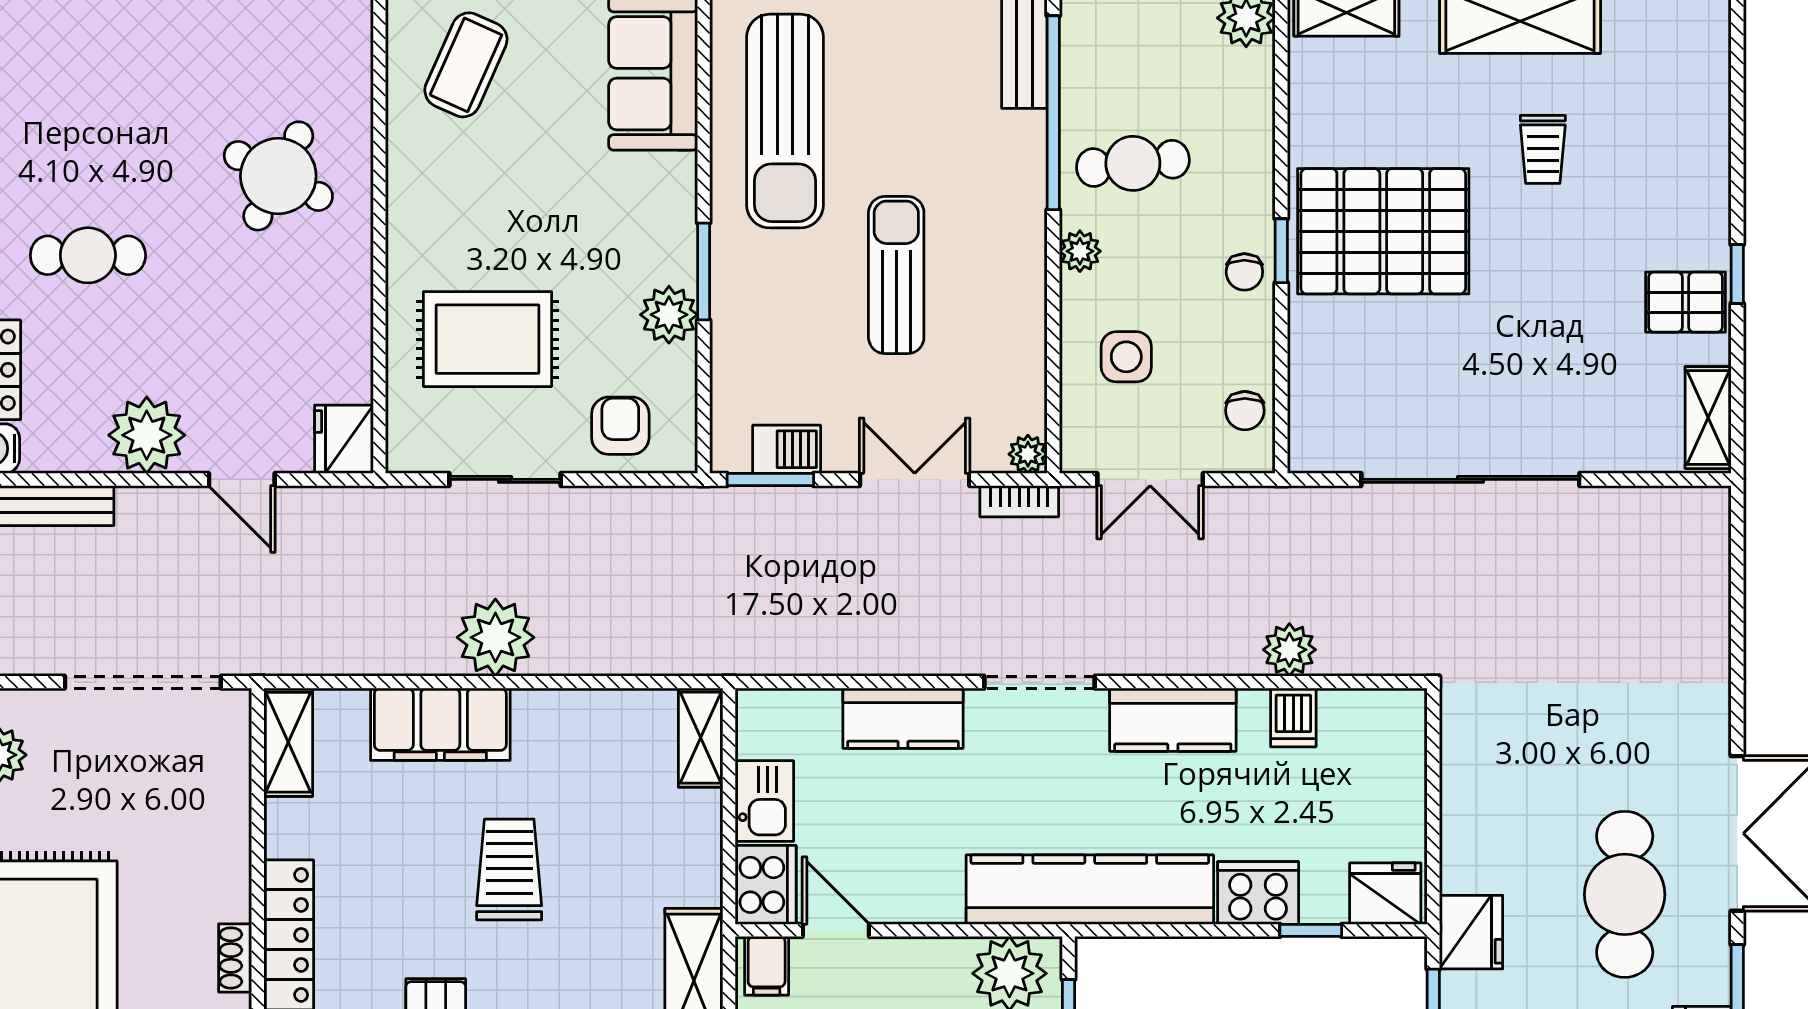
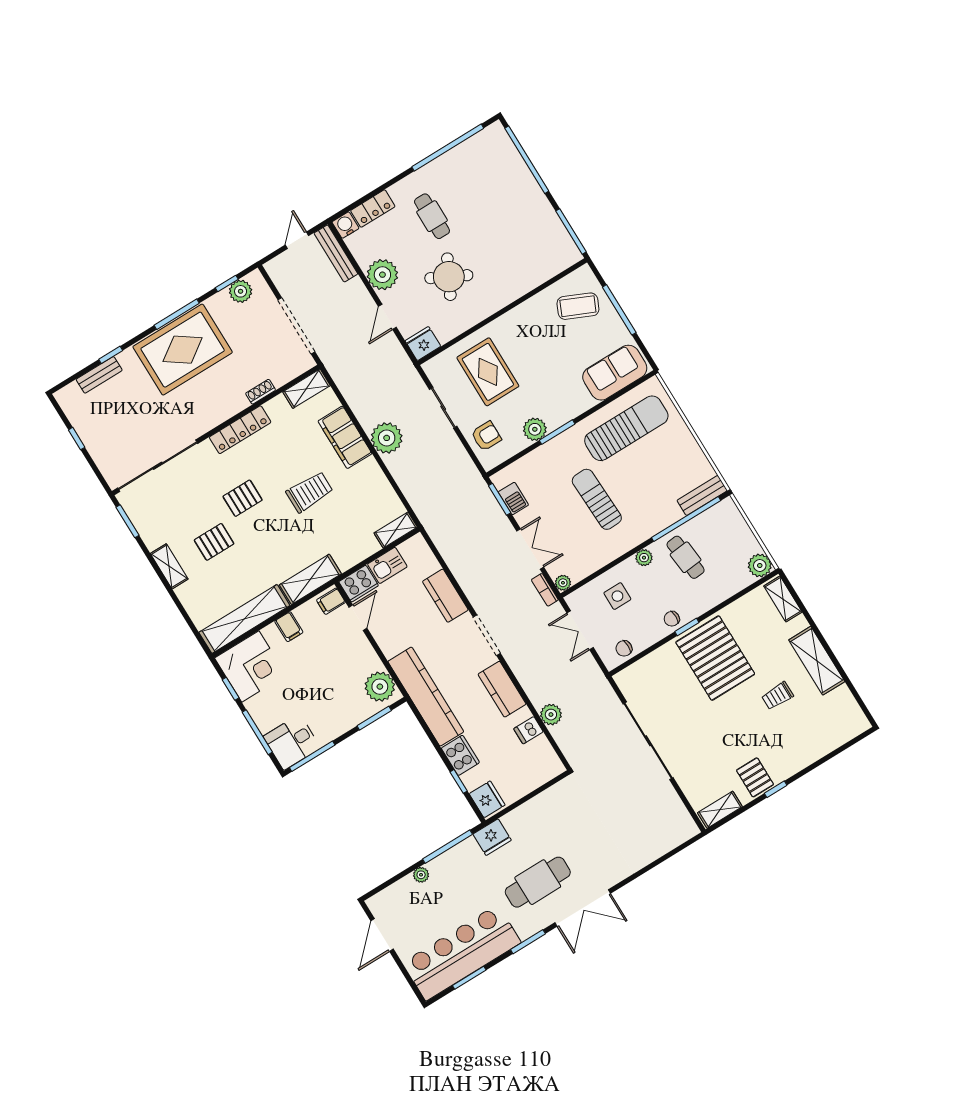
sun lounger: (785, 121) -> (626, 428), turned 180
round table: (278, 176) -> (449, 277), moved
sun lounger: (896, 275) -> (597, 499), turned -92
shoe rack: (235, 958) -> (261, 392), moved

